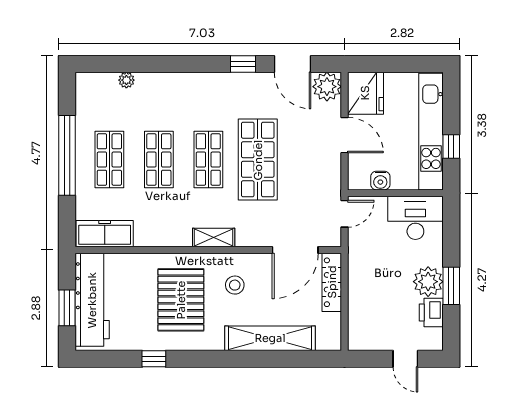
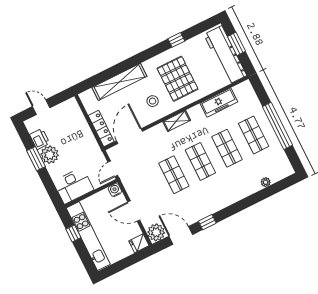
fridge: (365, 93) -> (139, 243), width x0.53, depth x0.75
shop shelf: (258, 160) -> (174, 175), width x0.70, depth x0.74
water cooler: (380, 181) -> (115, 190), moved
freezer: (105, 234) -> (219, 102), moved

